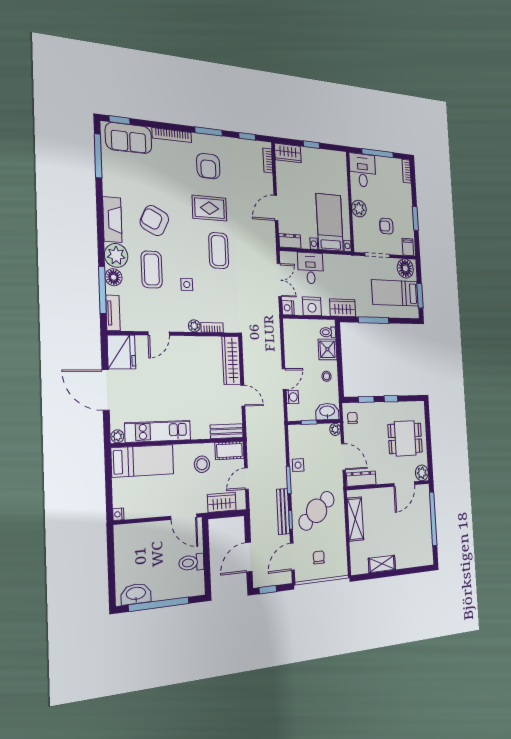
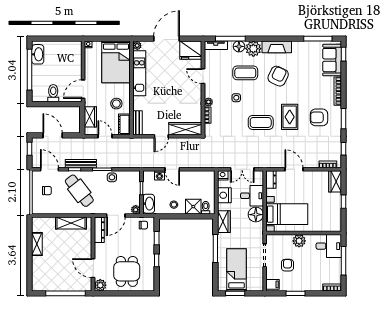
floor lamp: (405, 268) -> (256, 215), moved
bed: (143, 461) -> (116, 62), width x1.50

